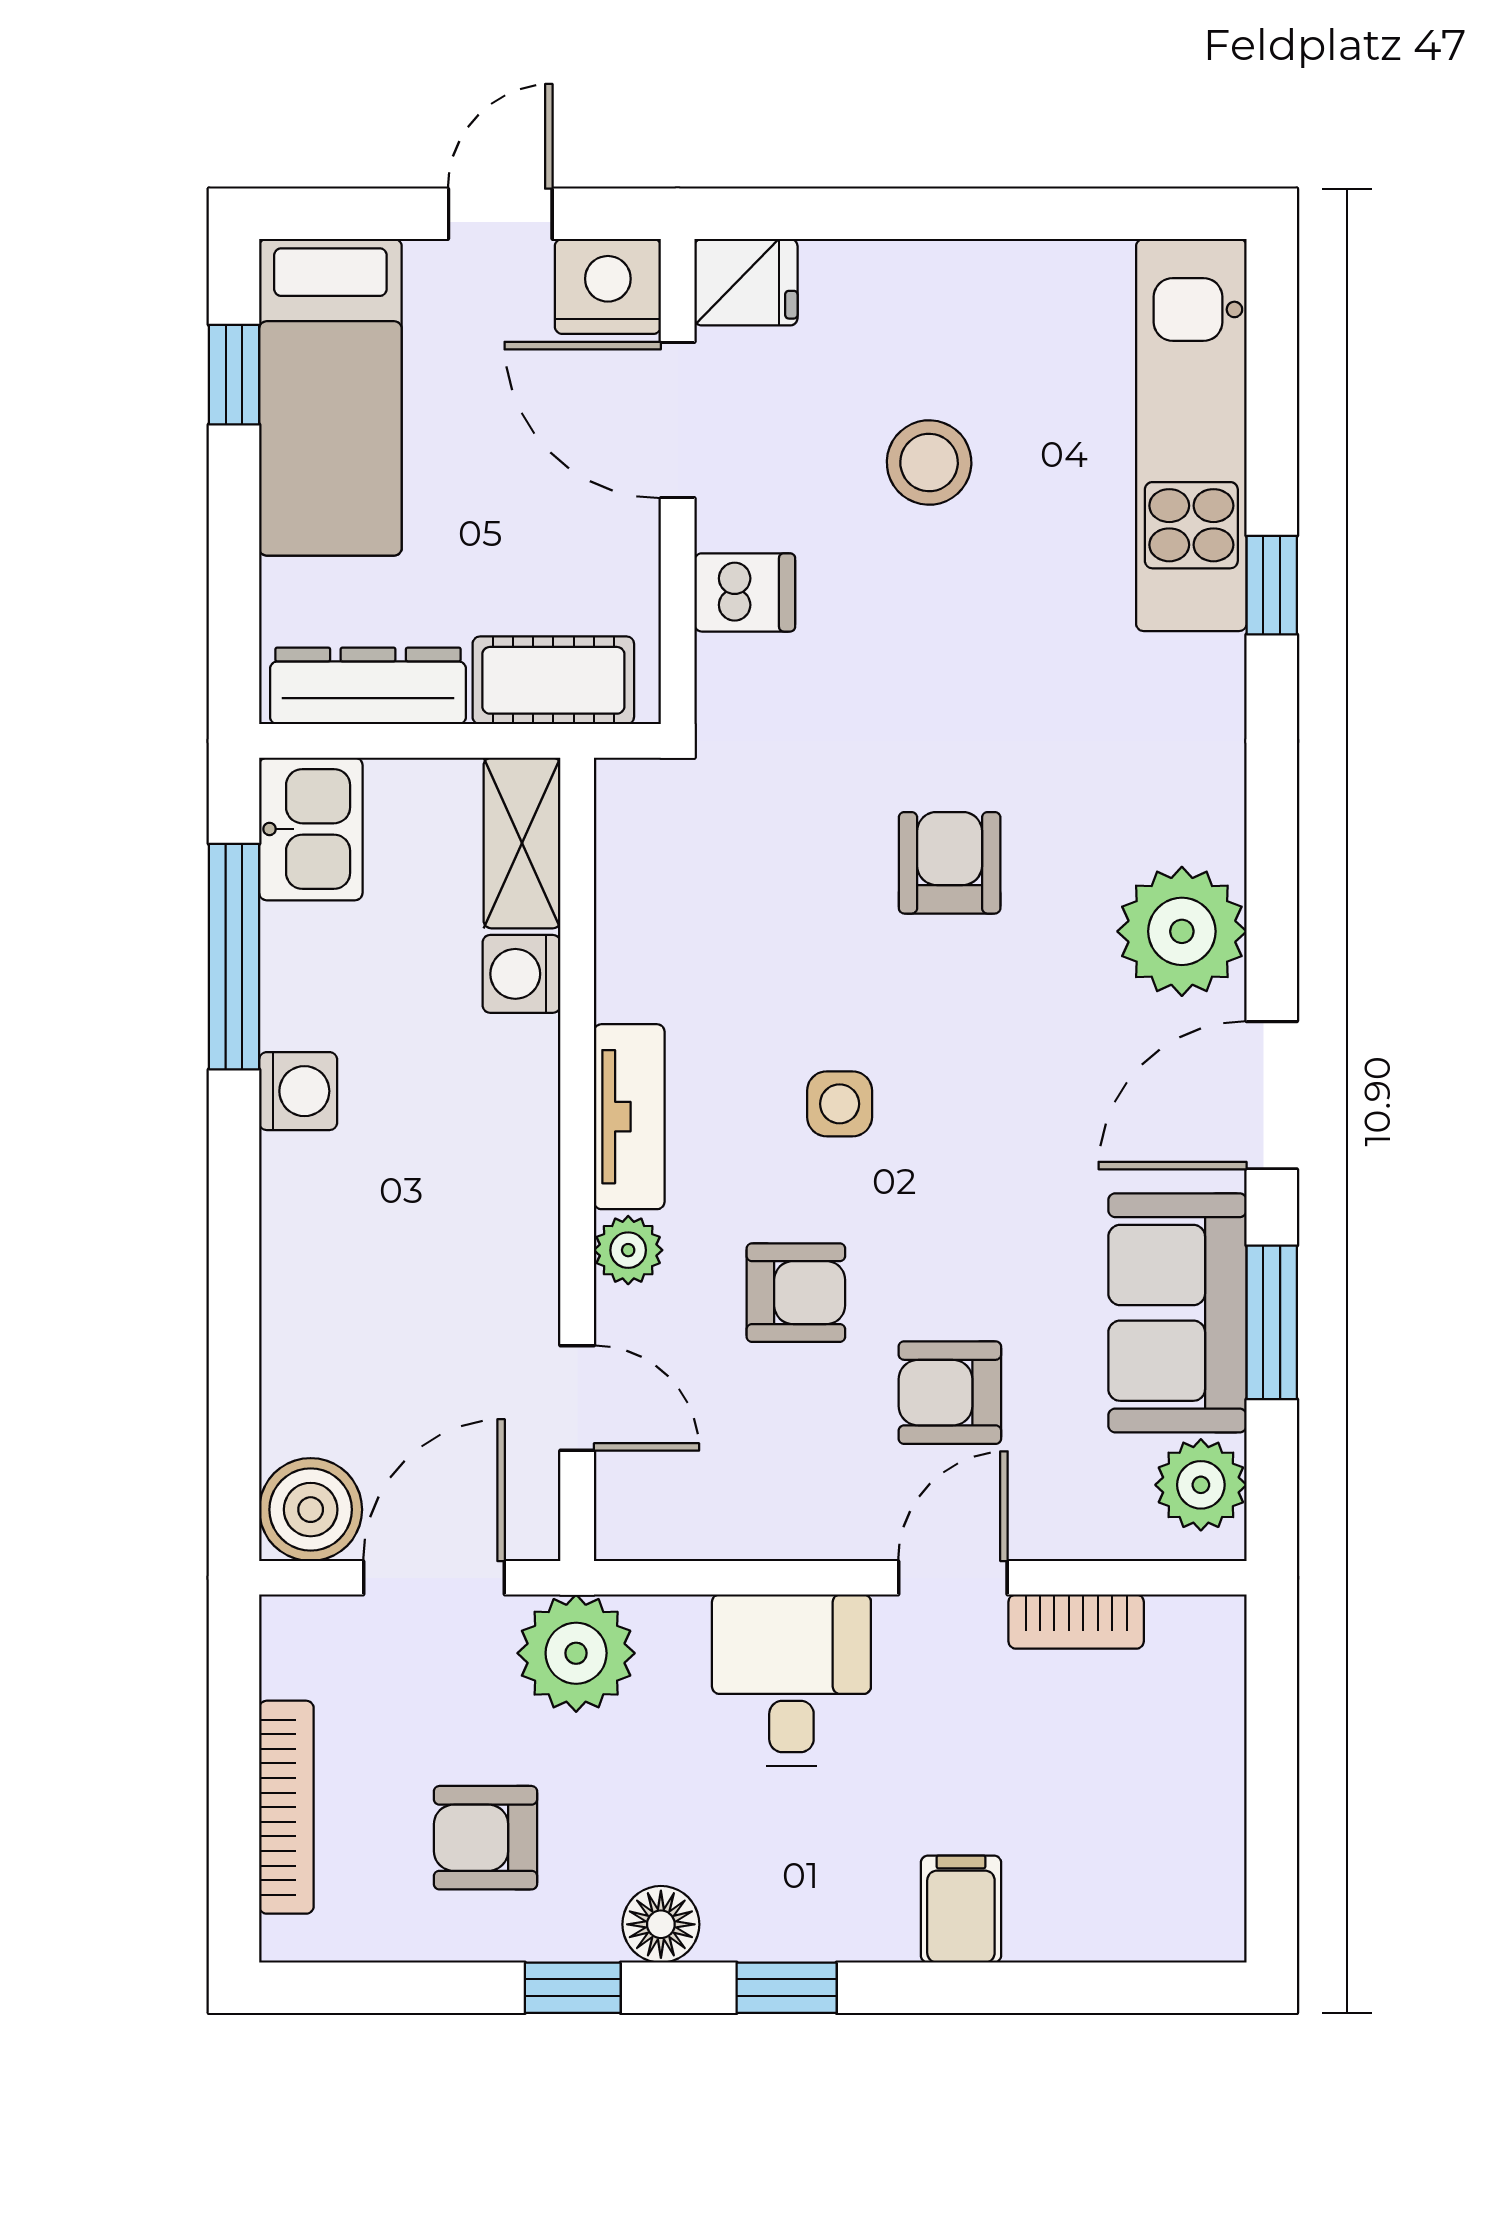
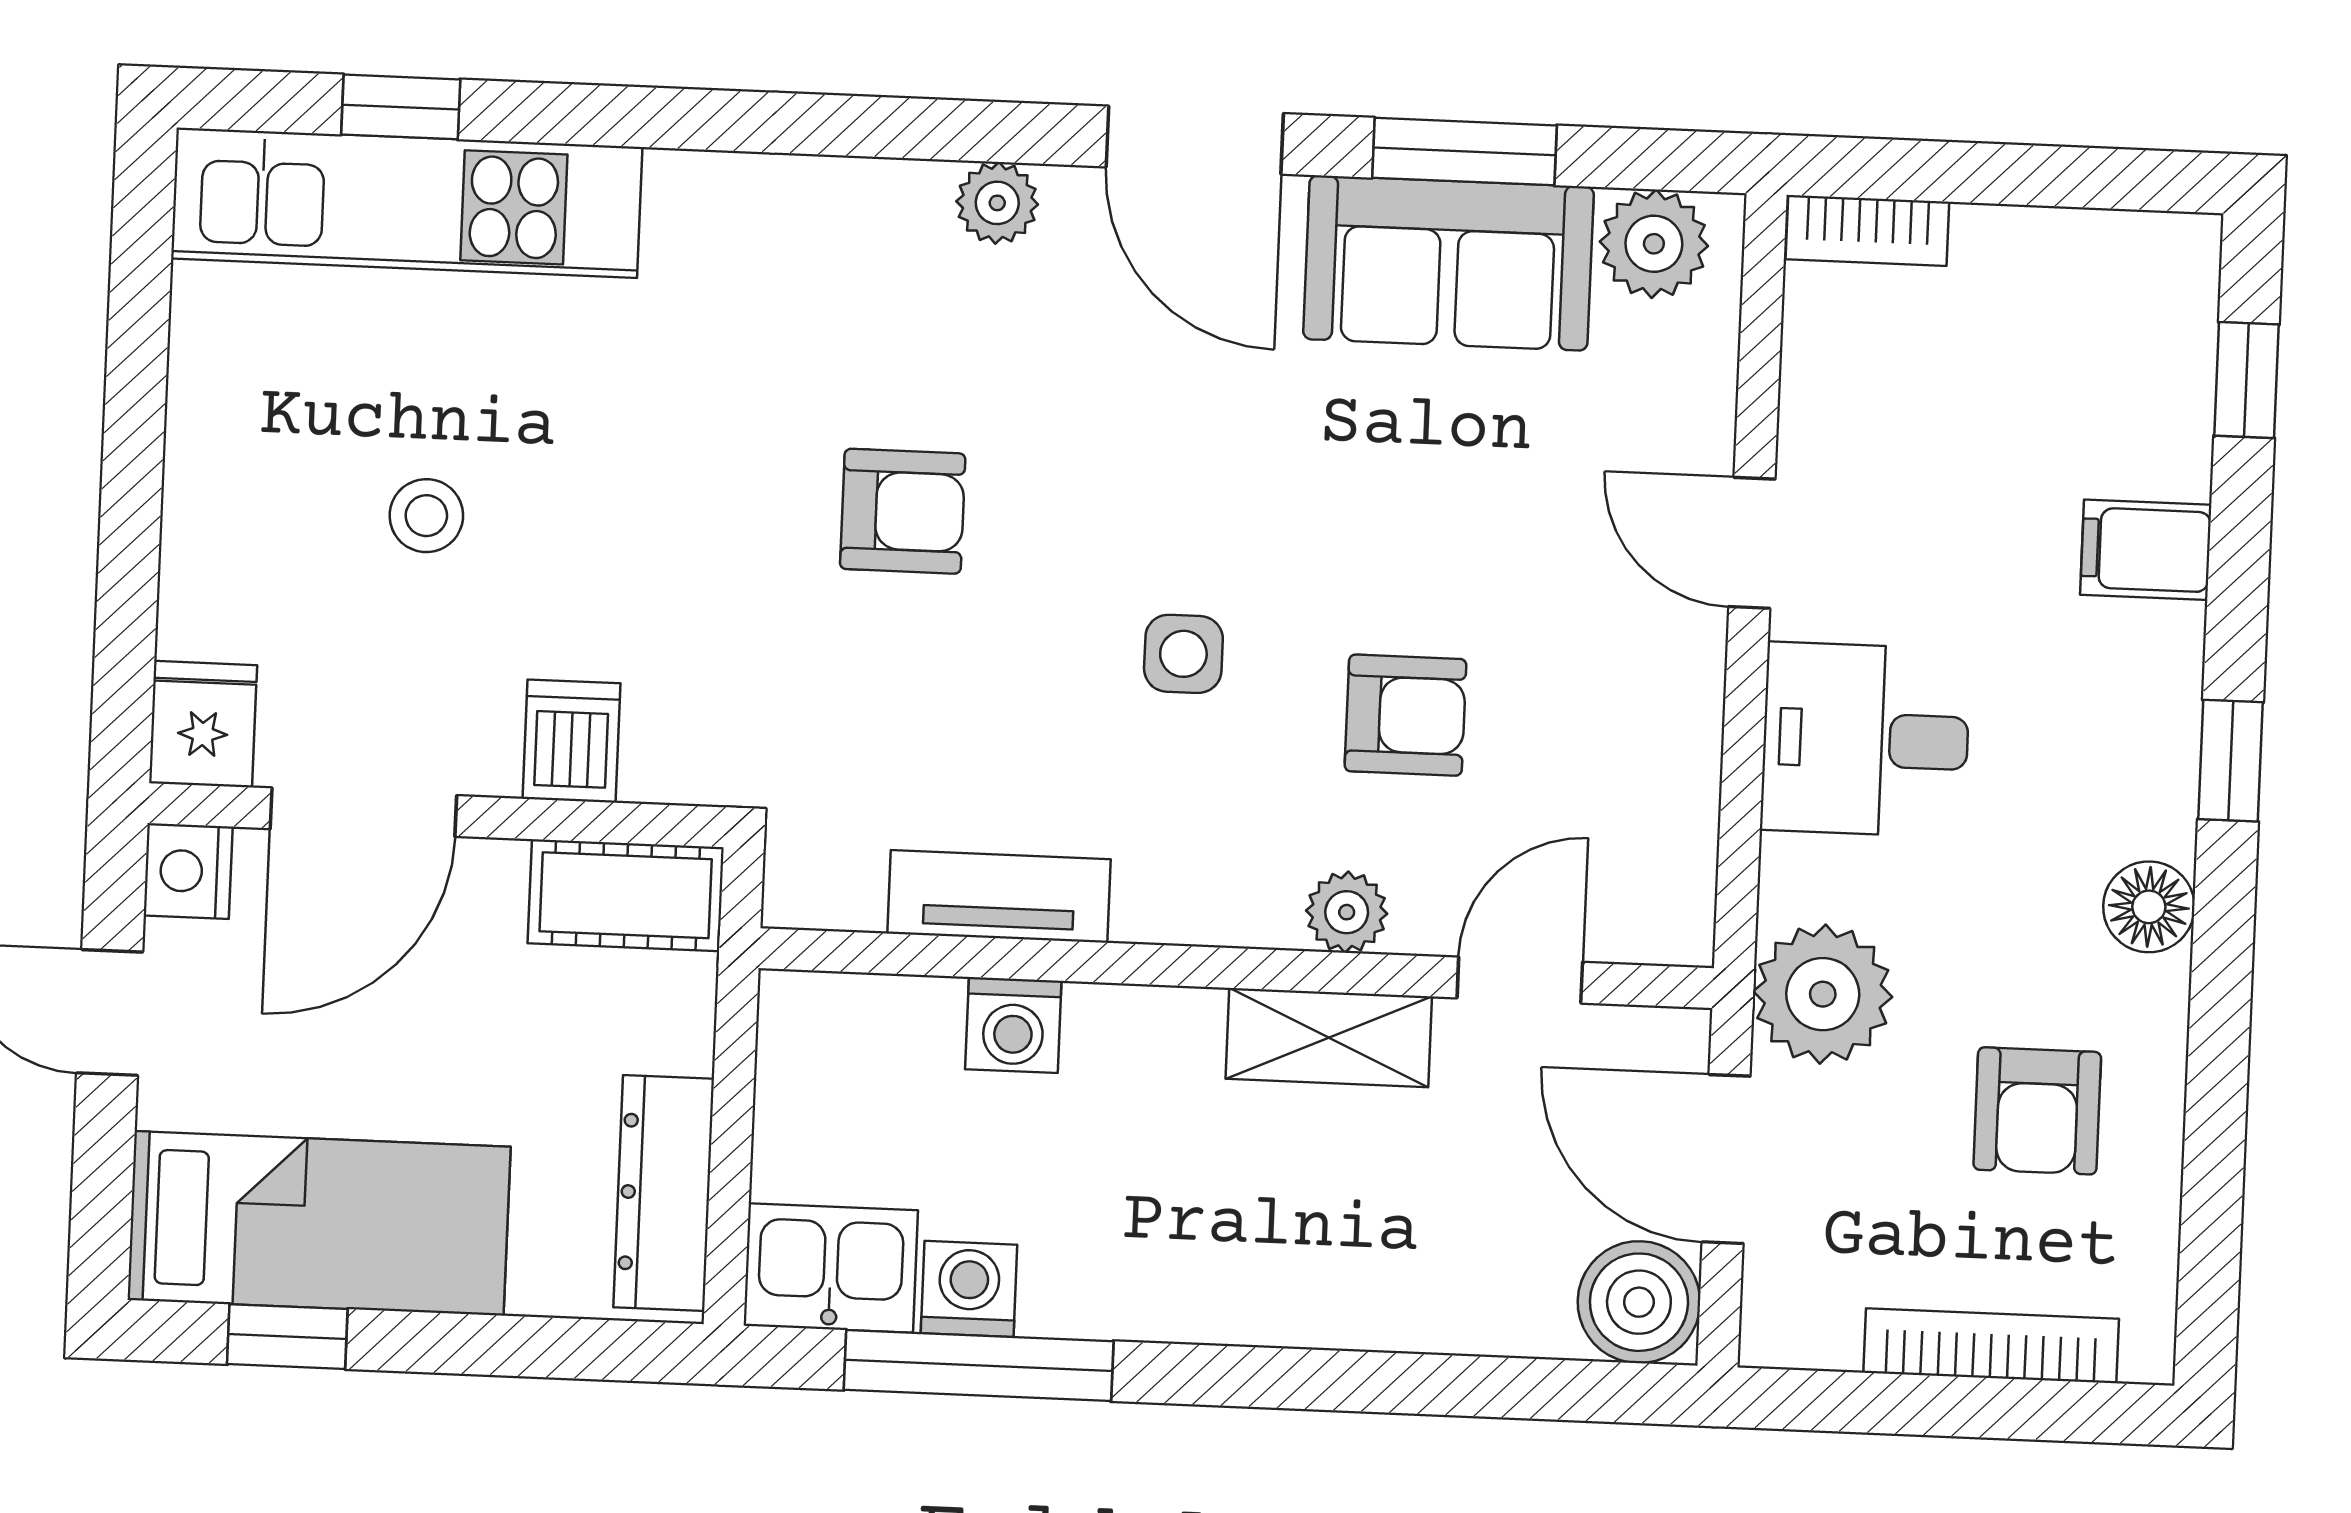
nightstand: (608, 286) -> (188, 871), width x0.74, depth x0.75
stool: (929, 463) -> (426, 516), width x0.73, depth x0.73
window: (1272, 585) -> (401, 107), moved
cot: (553, 680) -> (626, 895), moved, turned 90
shelving: (522, 843) -> (1329, 1038), moved
armchair: (950, 863) -> (903, 511), turned 180
plant: (1182, 931) -> (997, 203), width x0.53, depth x0.53
washing machine: (298, 1091) -> (969, 1289), moved
tv unit: (629, 1117) -> (999, 896), moved
armchair: (796, 1293) -> (1405, 715), turned 90
armchair: (950, 1393) -> (1532, 537), removed
bookcase: (1076, 1622) -> (1867, 230), moved, turned 90
window: (573, 1988) -> (2246, 380), moved

